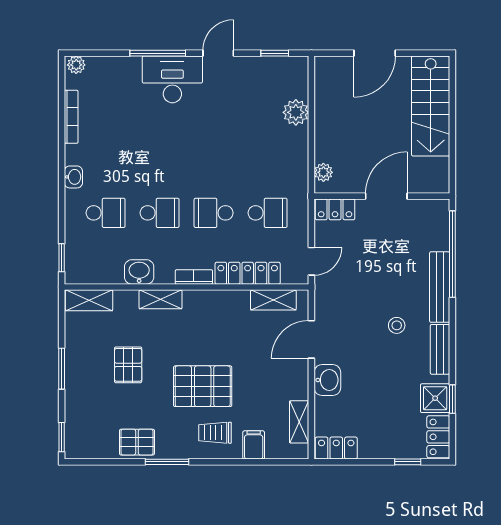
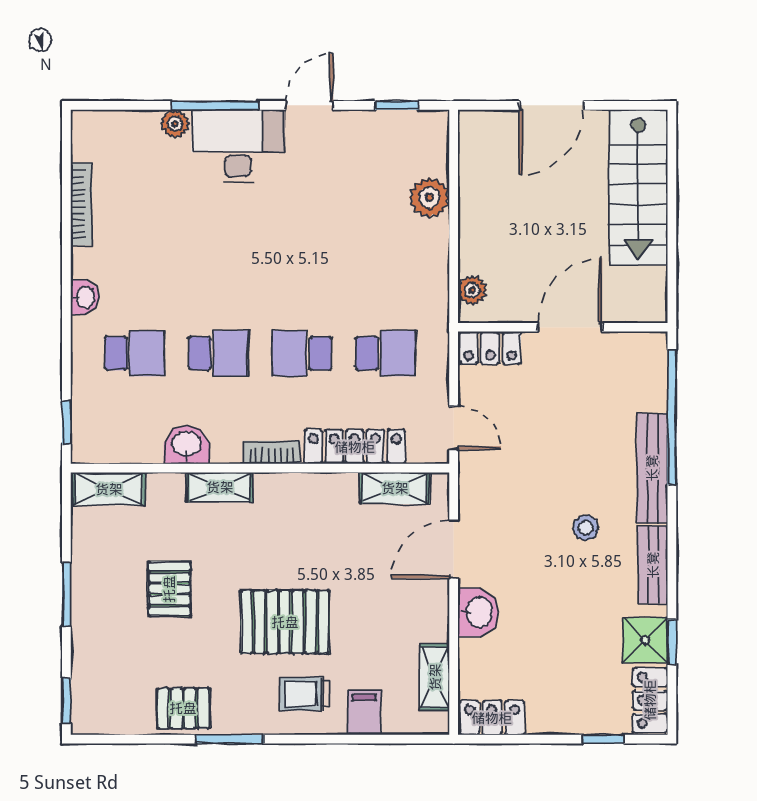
plant: (76, 65) -> (175, 124), moved
door: (311, 261) -> (454, 428), hinge flipped

